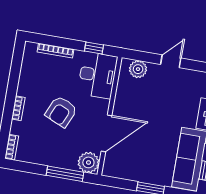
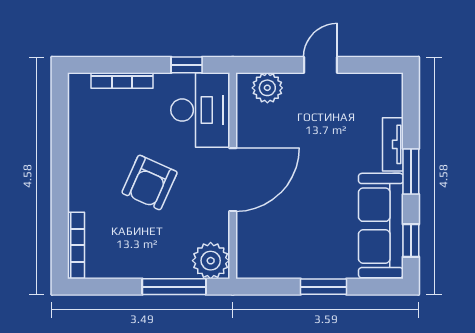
bookcase: (18, 108) -> (76, 189), removed
door: (107, 133) -> (233, 180), moved
bookcase: (12, 147) -> (76, 245), width x1.56

